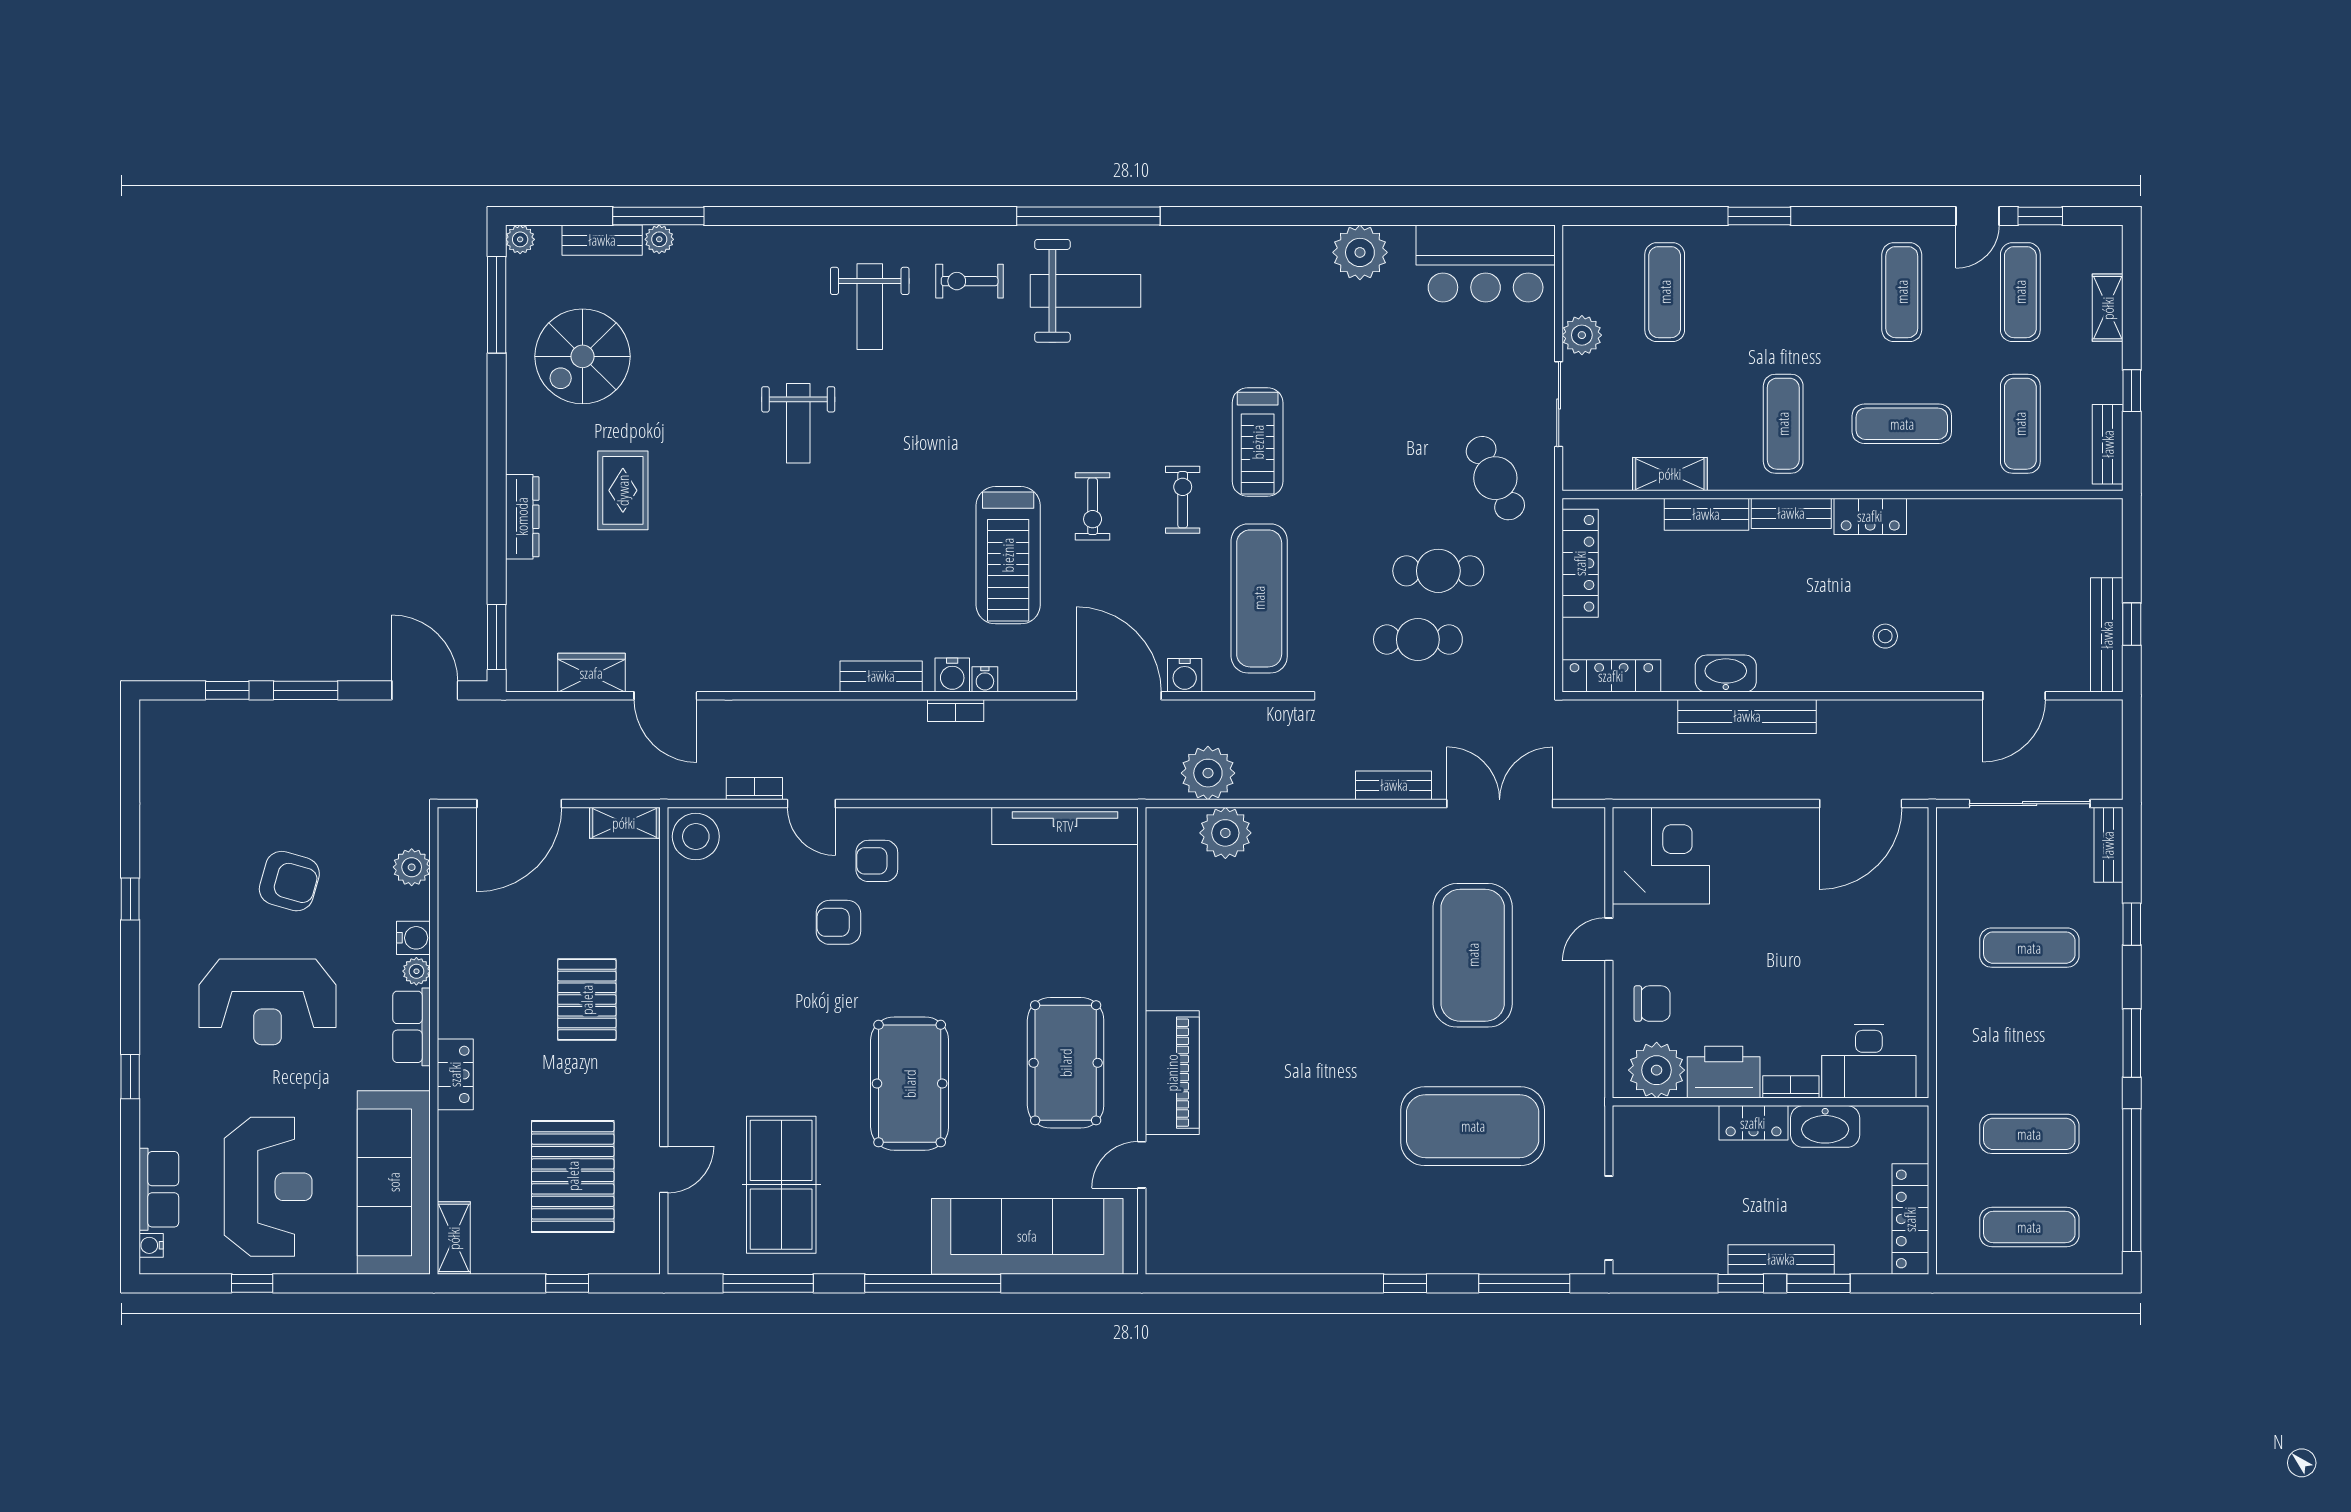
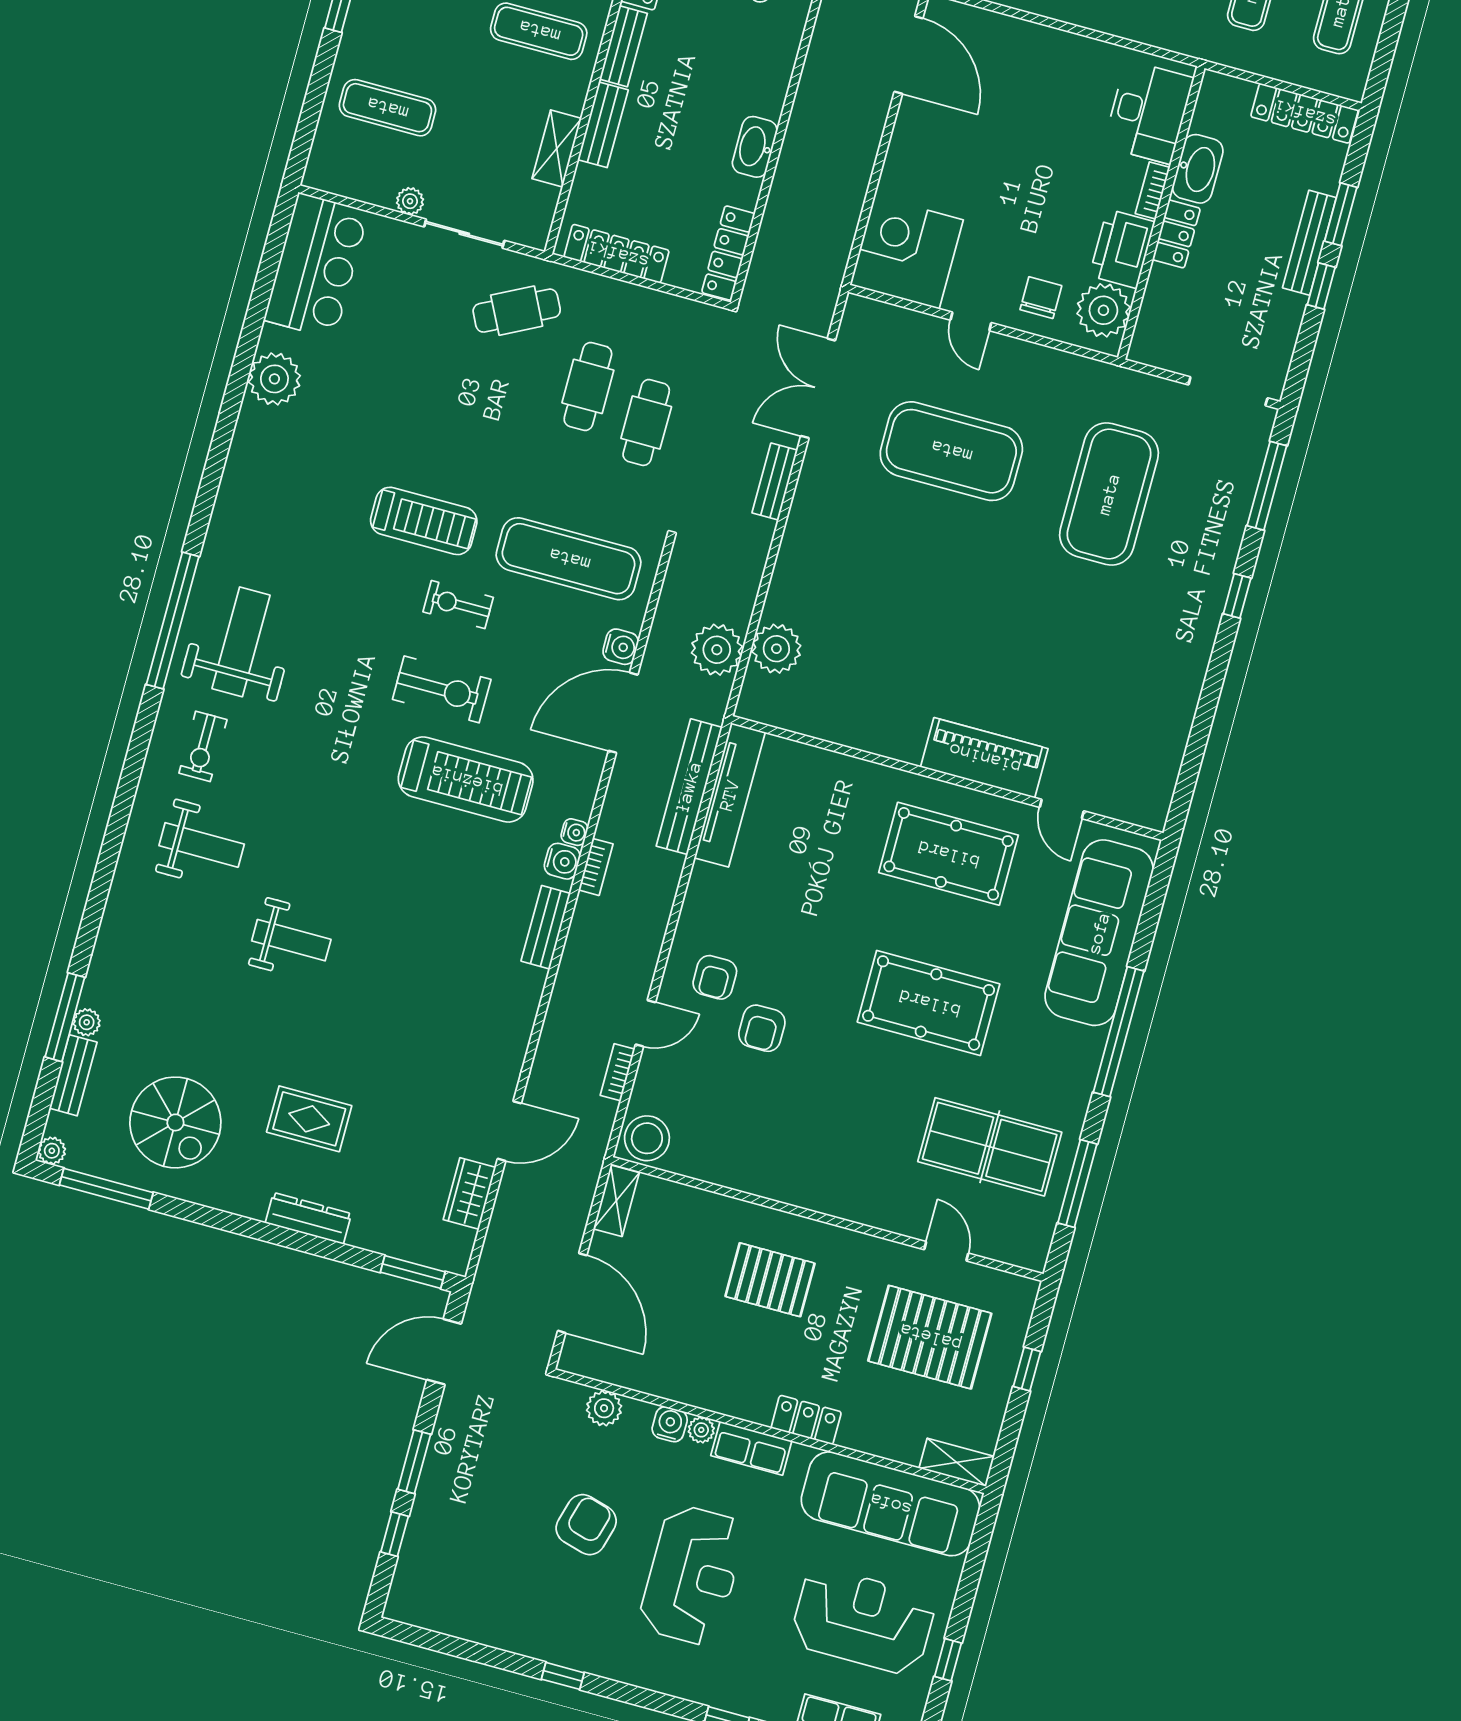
plant: (1582, 335) -> (410, 201), width x0.73, depth x0.73
exercise bike: (1093, 506) -> (442, 689), width x1.38, depth x1.39
bench: (1747, 716) -> (689, 787), moved

